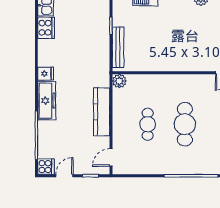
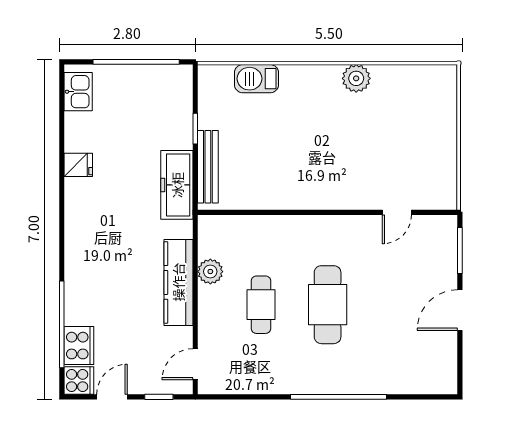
cooker: (46, 28) -> (79, 346), moved
fridge: (46, 74) -> (78, 165), moved
plant: (119, 81) -> (210, 272), moved
freezer: (47, 101) -> (177, 185), moved, turned 180

